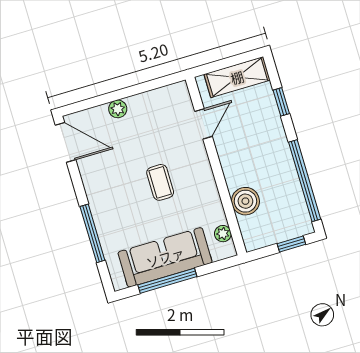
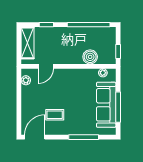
plant: (118, 109) -> (26, 80), moved
door: (203, 124) -> (46, 66), swing flipped
coffee table: (160, 182) -> (55, 115), moved
window: (291, 244) -> (118, 52), moved

